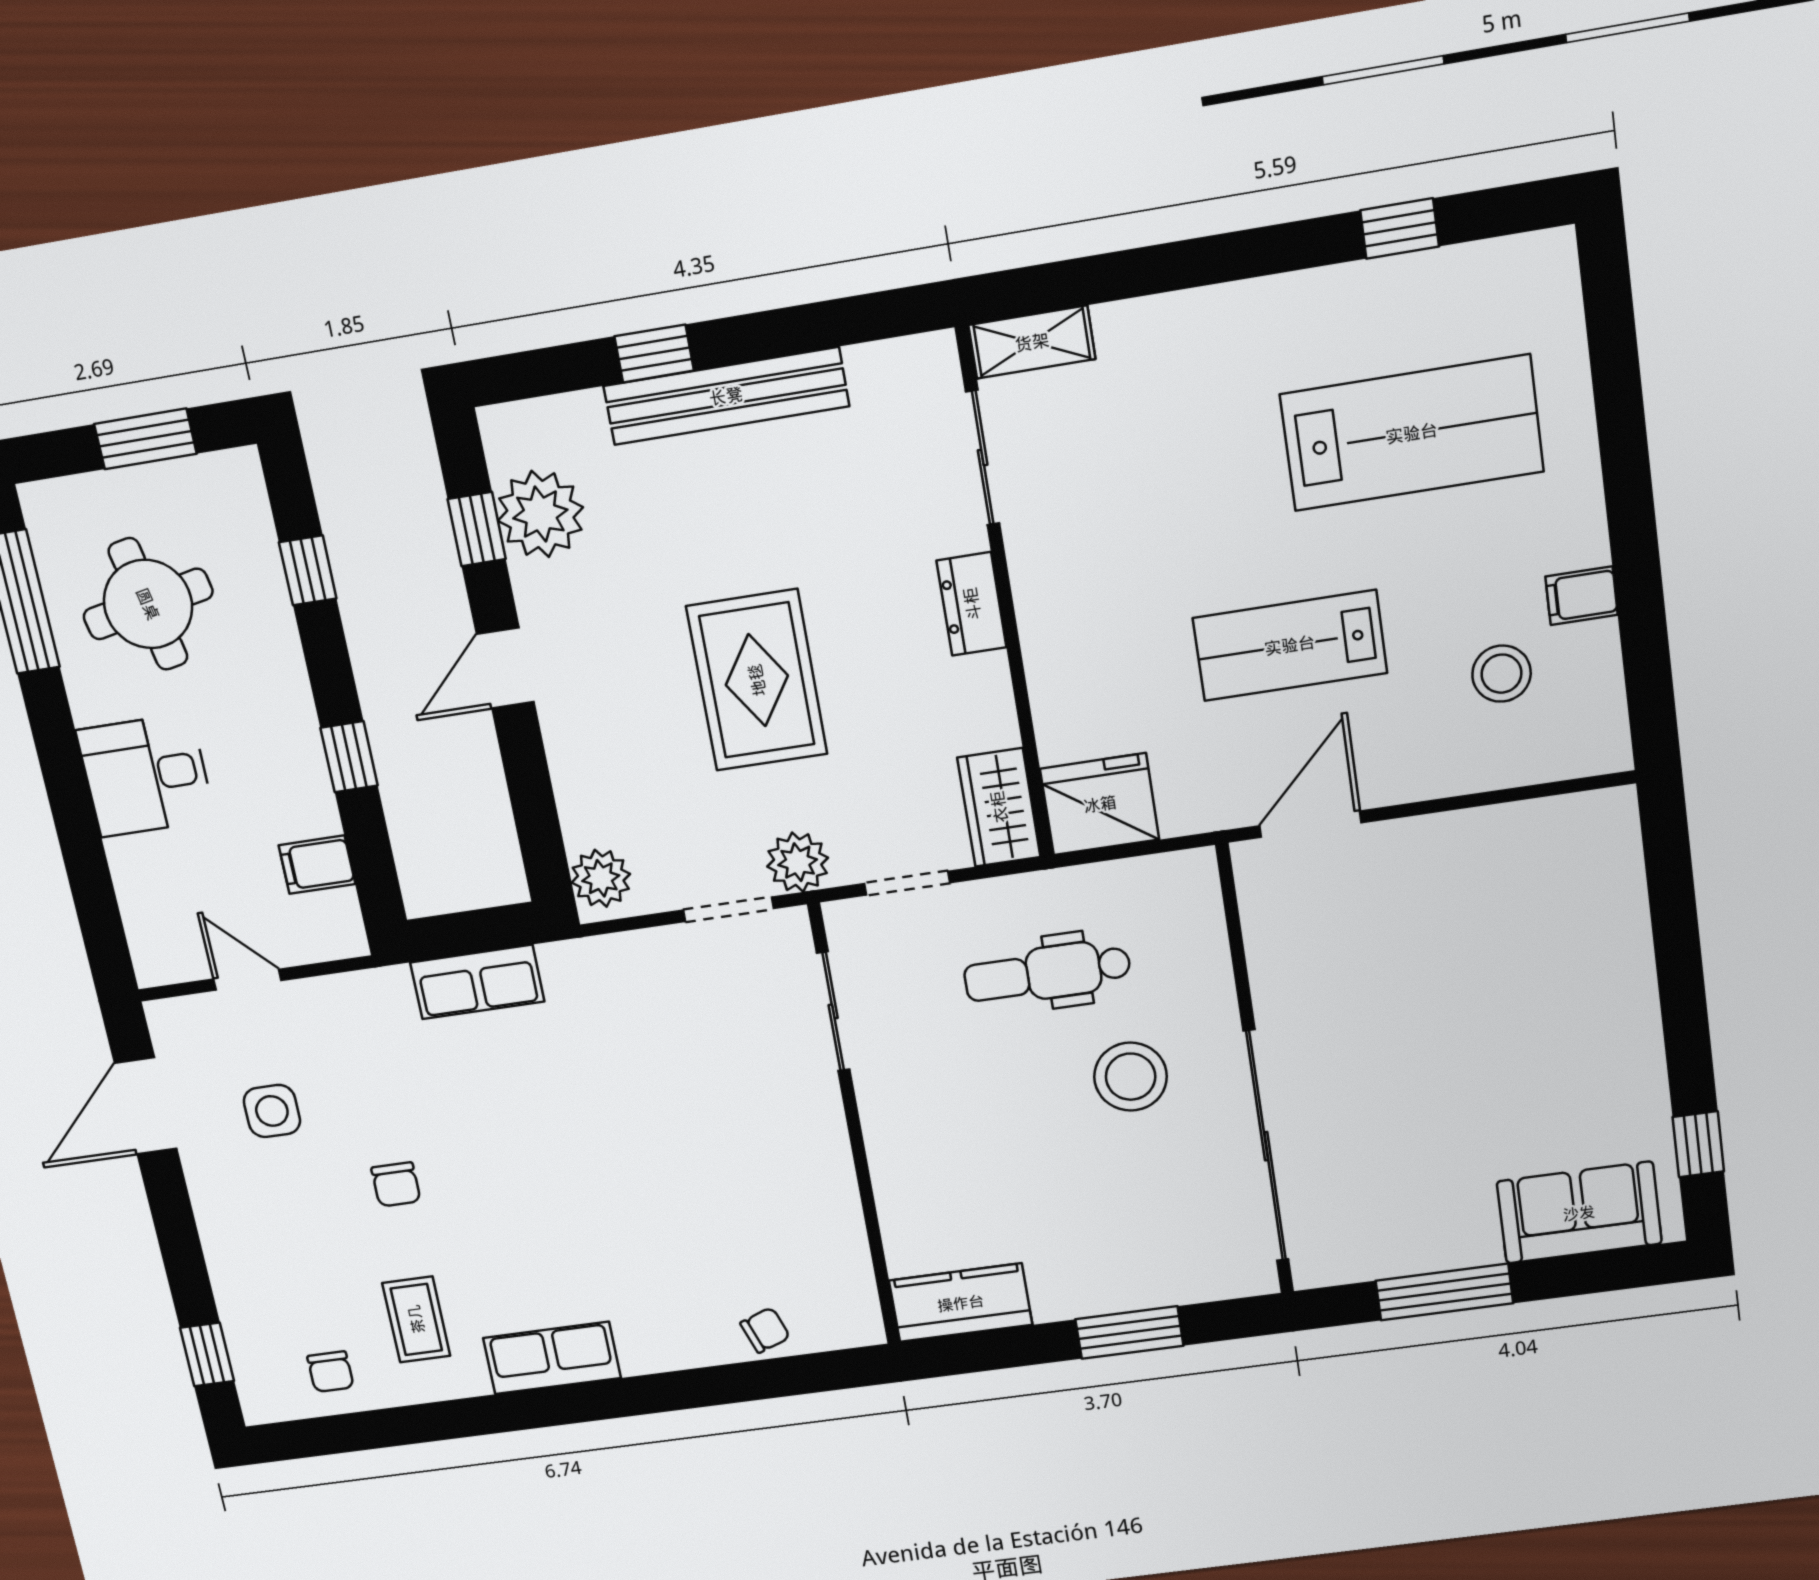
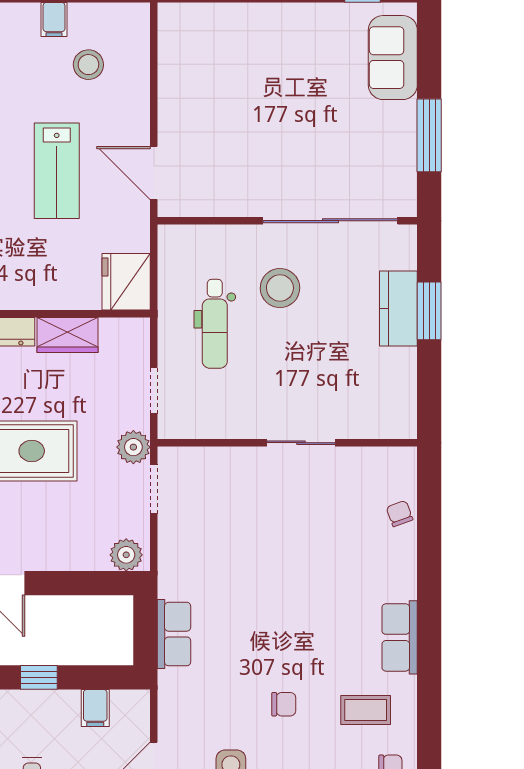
wardrobe: (999, 807) -> (68, 335), moved
sliding door: (833, 1012) -> (301, 443), moved
kitchen counter: (961, 1303) -> (398, 309), moved

